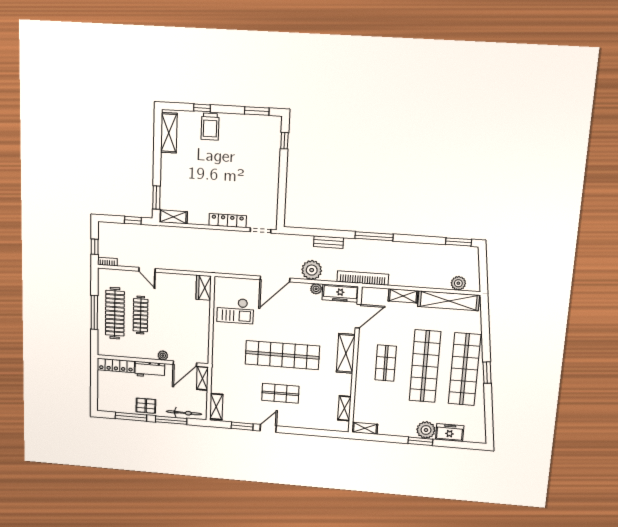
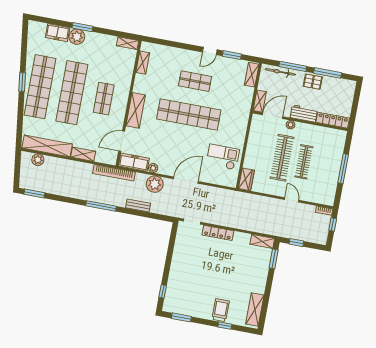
clothes rail: (115, 313) -> (282, 158), moved

